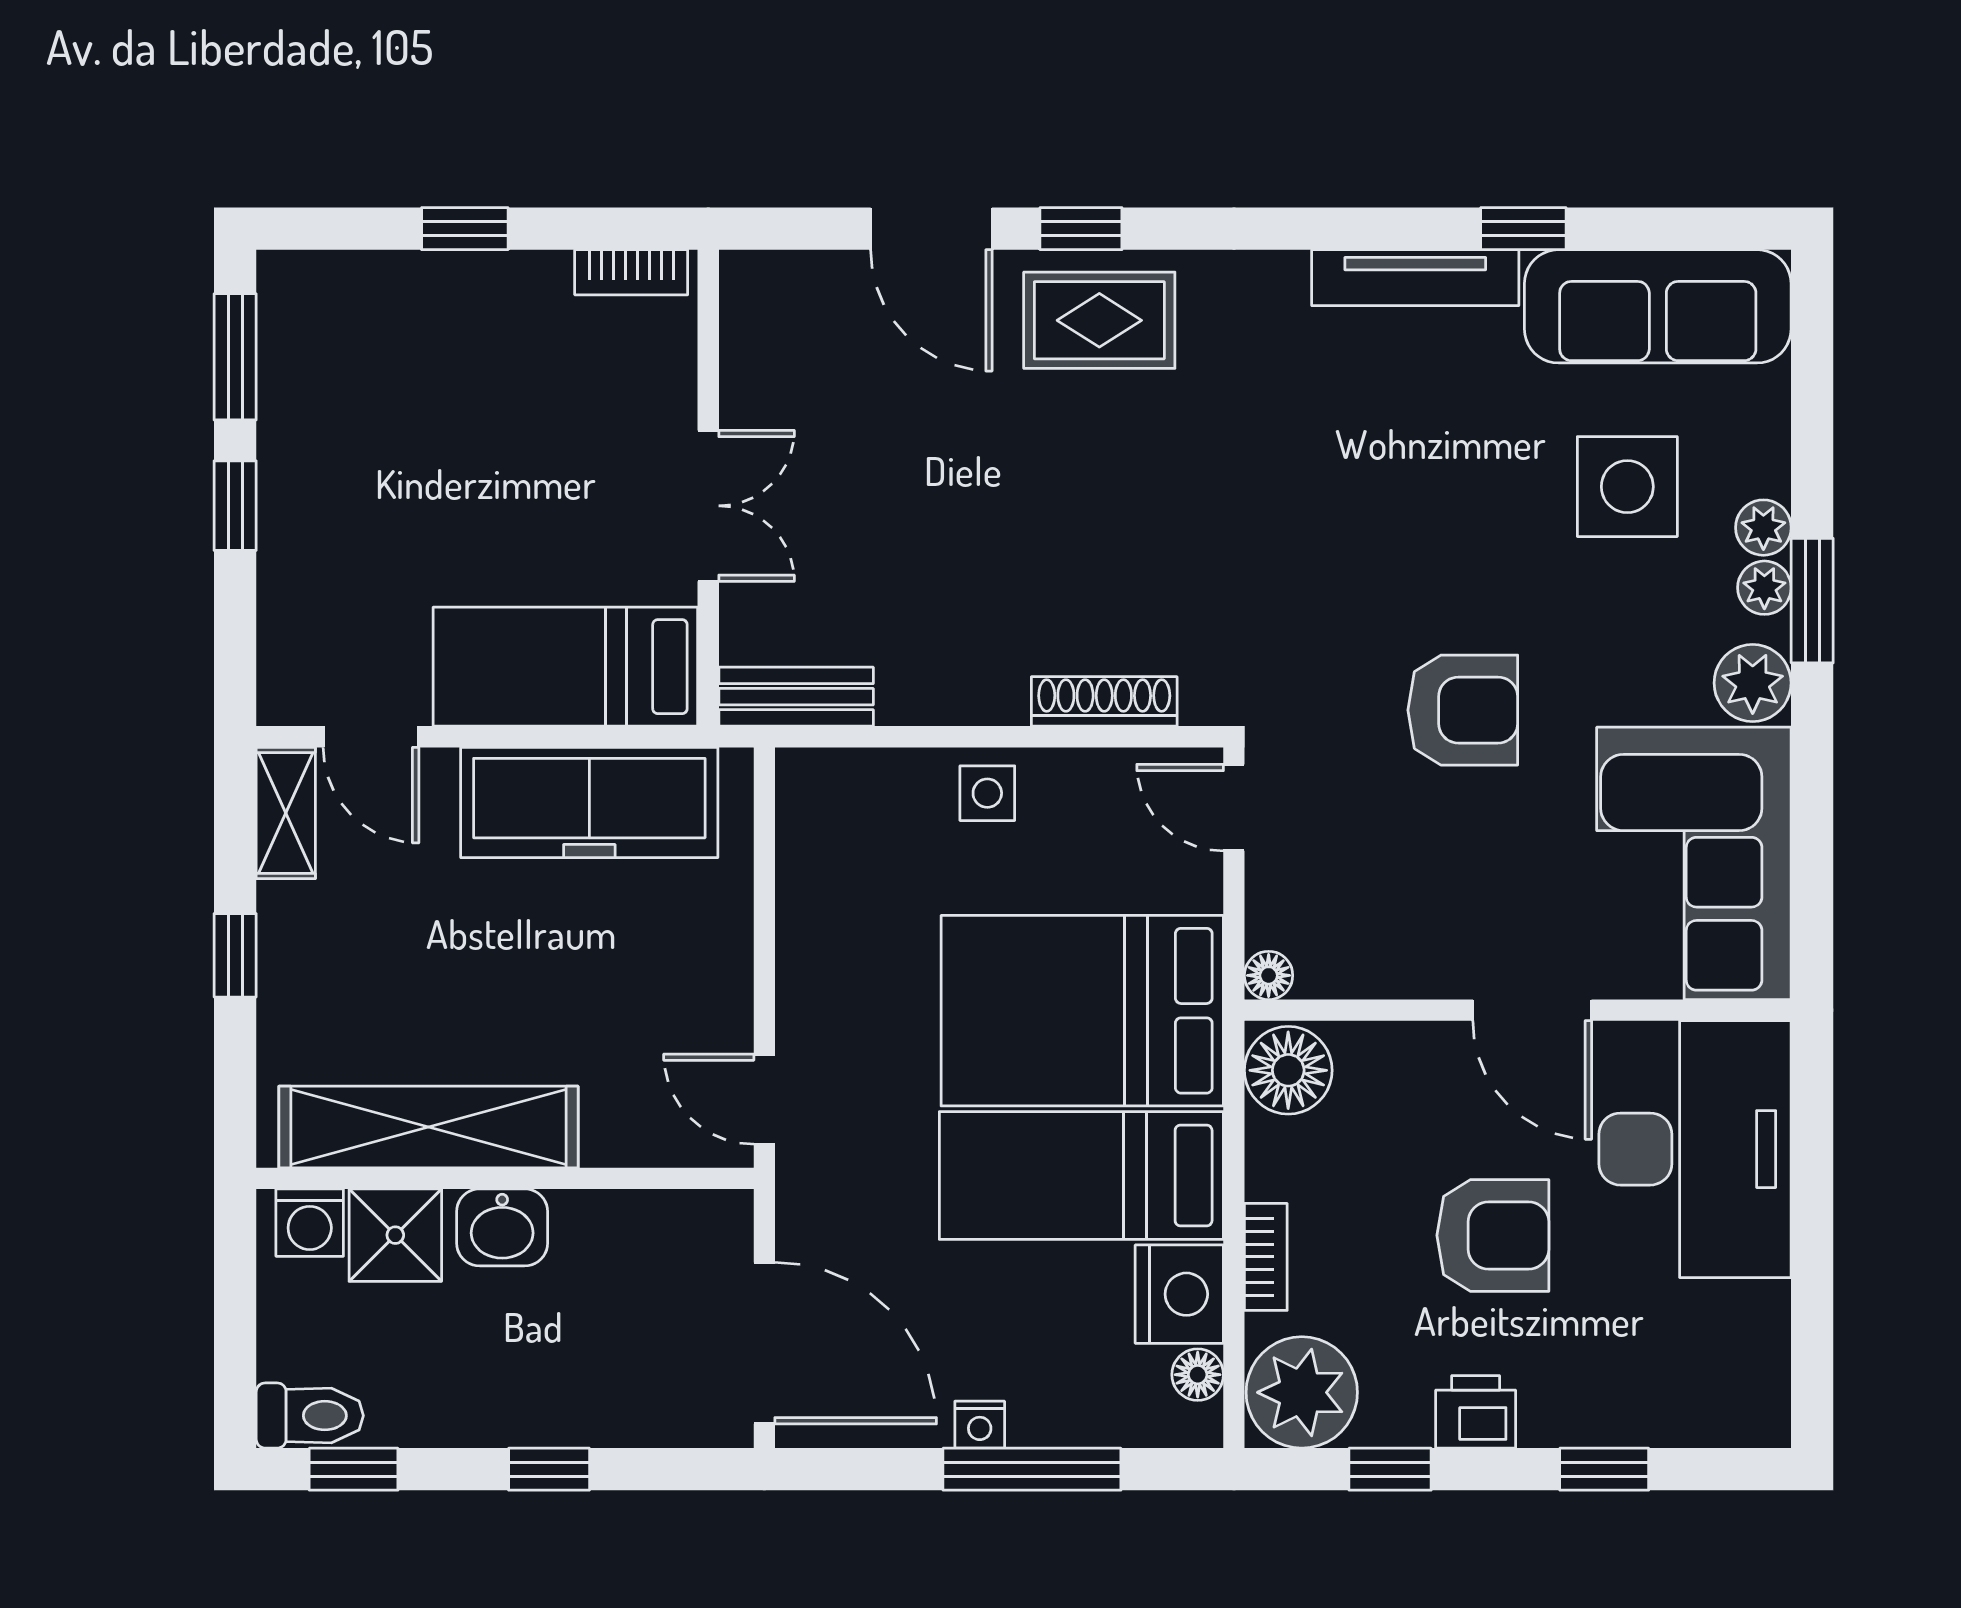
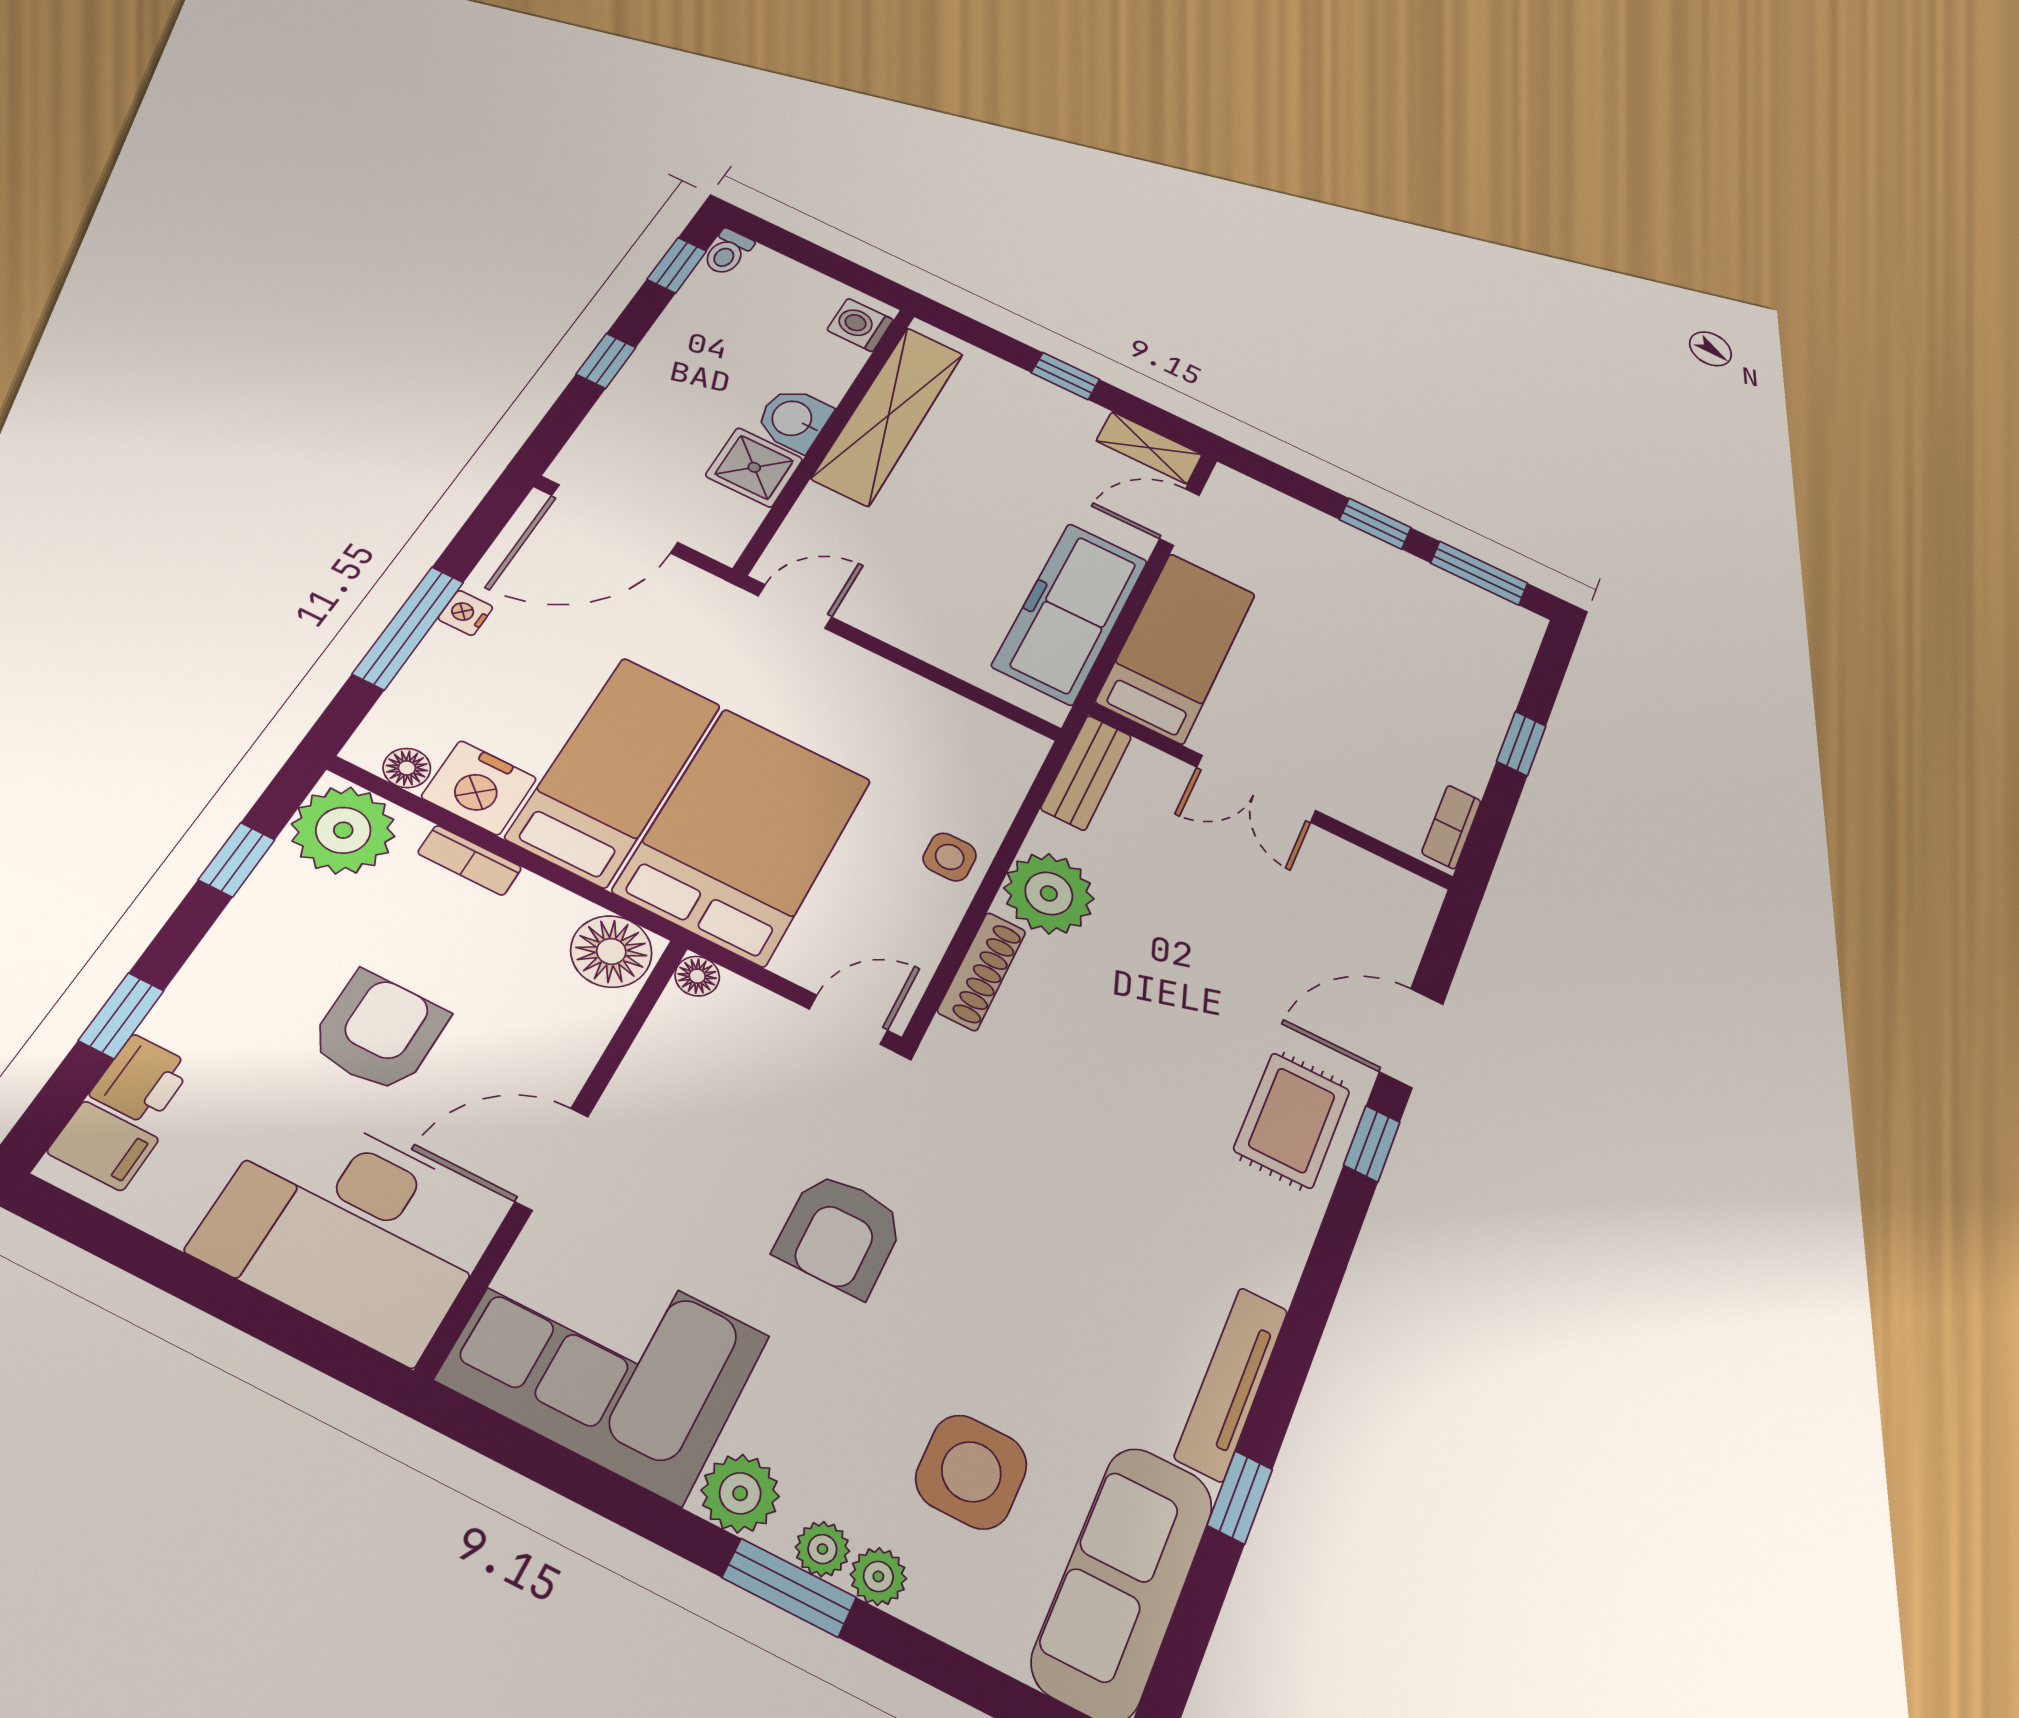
plant: (972, 673) -> (1049, 893), added
shower: (395, 1235) -> (754, 467), moved
armchair: (1493, 1235) -> (379, 1032), turned 180
filing cabinet: (1733, 1405) -> (103, 1146), added
printer: (1476, 1412) -> (142, 1080), moved
toilet: (310, 1416) -> (728, 252), width x0.73, depth x0.72

